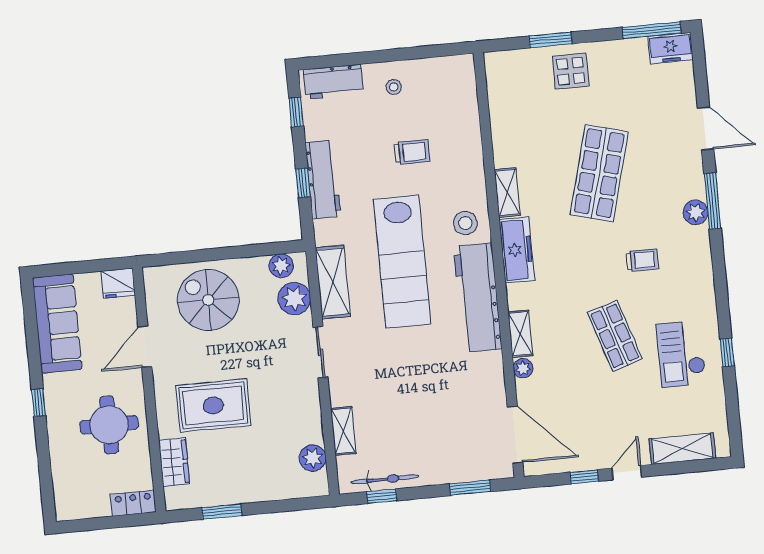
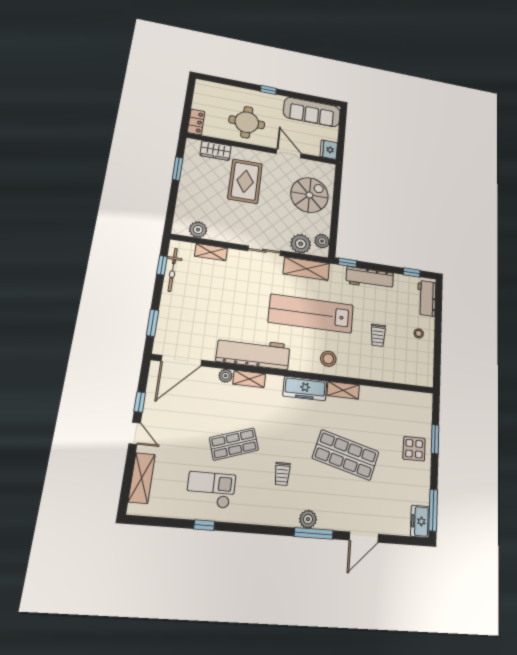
window: (303, 183) -> (348, 263), moved
workbench: (478, 298) -> (253, 353), moved

